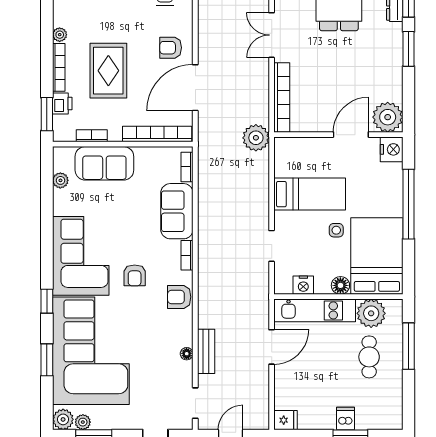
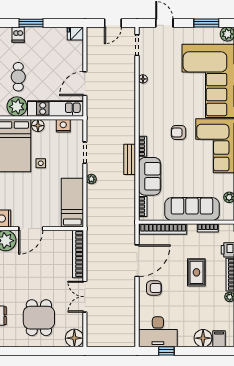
double door: (272, 35) -> (85, 297), swing flipped
rug: (108, 71) -> (196, 272), width x0.73, depth x0.70
plant: (256, 138) -> (91, 179), moved, width x0.53, depth x0.53
sofa: (104, 163) -> (192, 209), width x1.36
bed: (310, 194) -> (72, 203), moved, turned 90
armchair: (135, 275) -> (179, 132), turned -90
armchair: (179, 297) -> (148, 118), removed
bench: (206, 351) -> (130, 159), moved
dishwasher: (345, 418) -> (18, 35), moved
plant: (83, 422) -> (214, 32), removed

